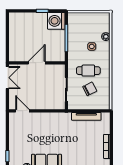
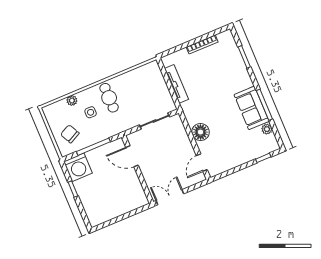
door: (37, 63) -> (132, 156), moved
cafe table: (88, 71) -> (109, 98), moved
chair: (90, 89) -> (70, 134), moved
floor lamp: (45, 119) -> (201, 132), added

